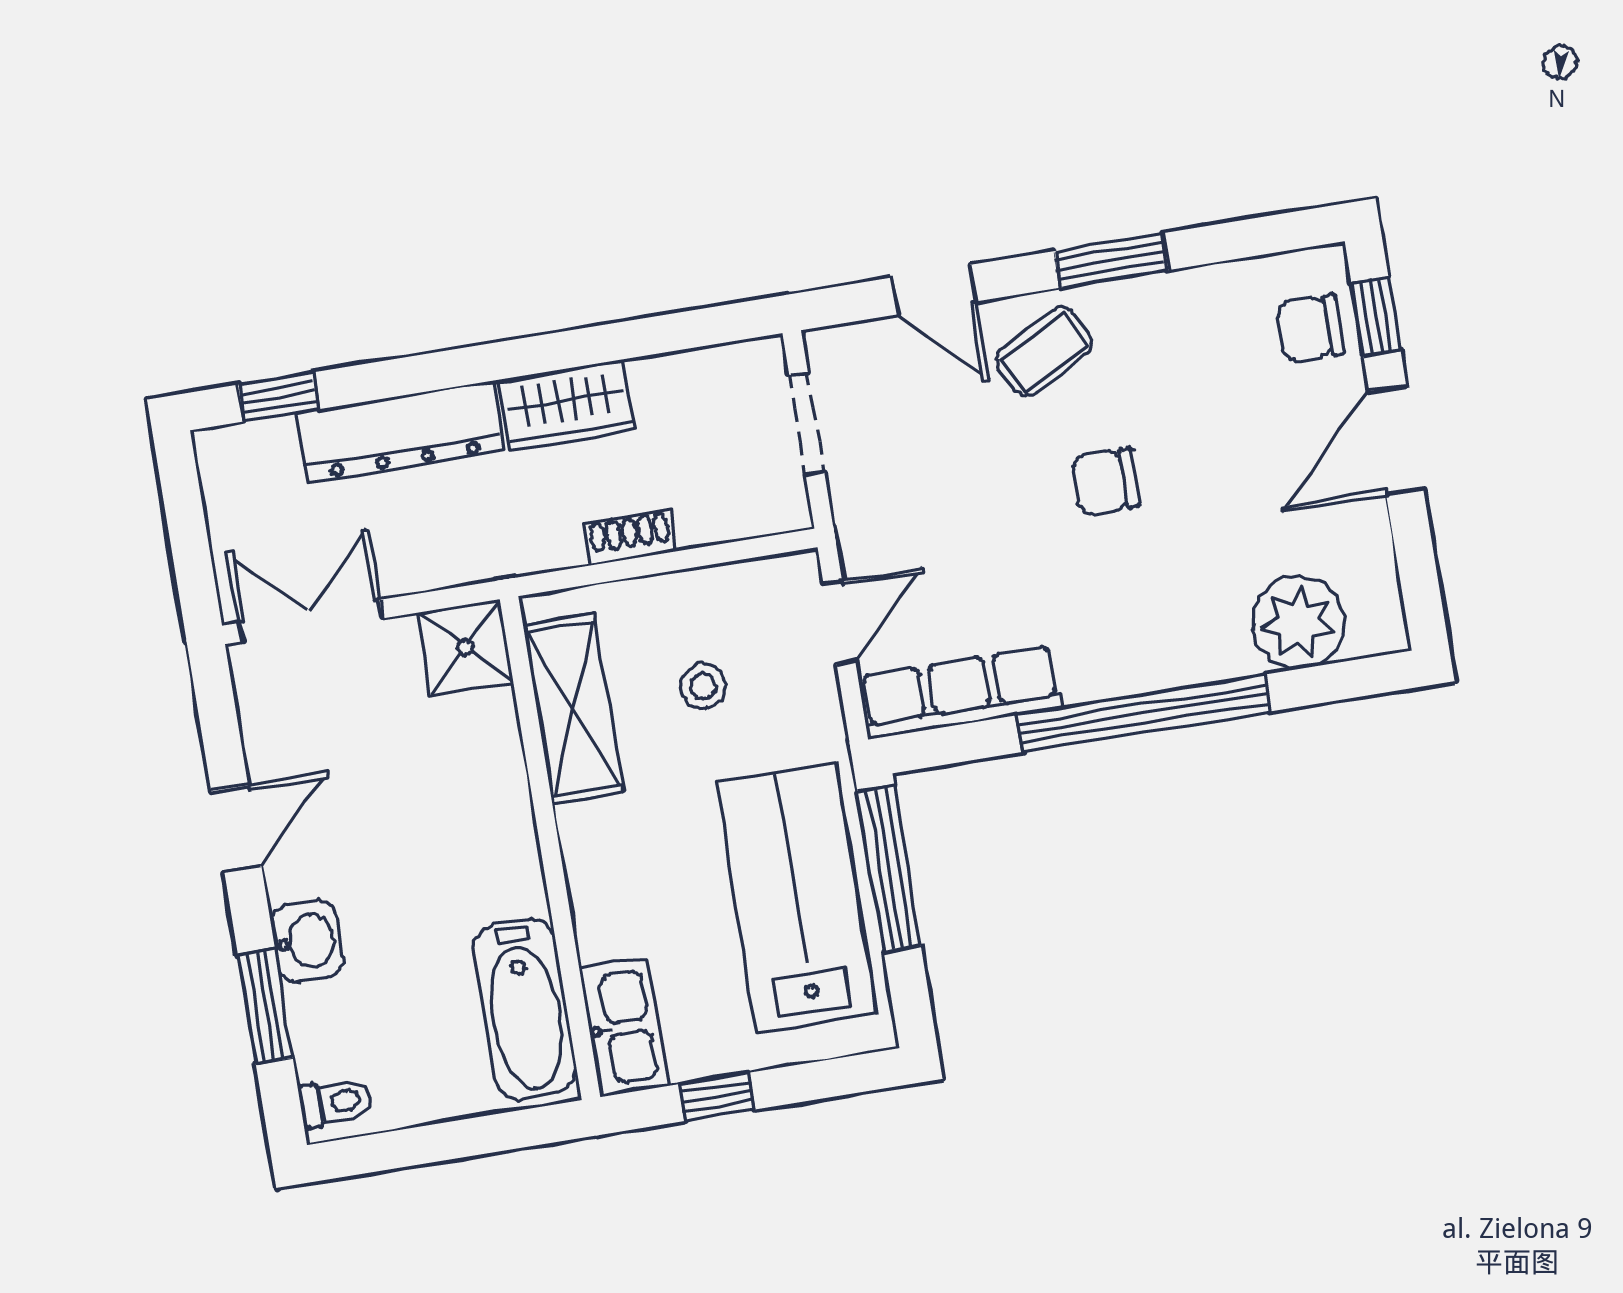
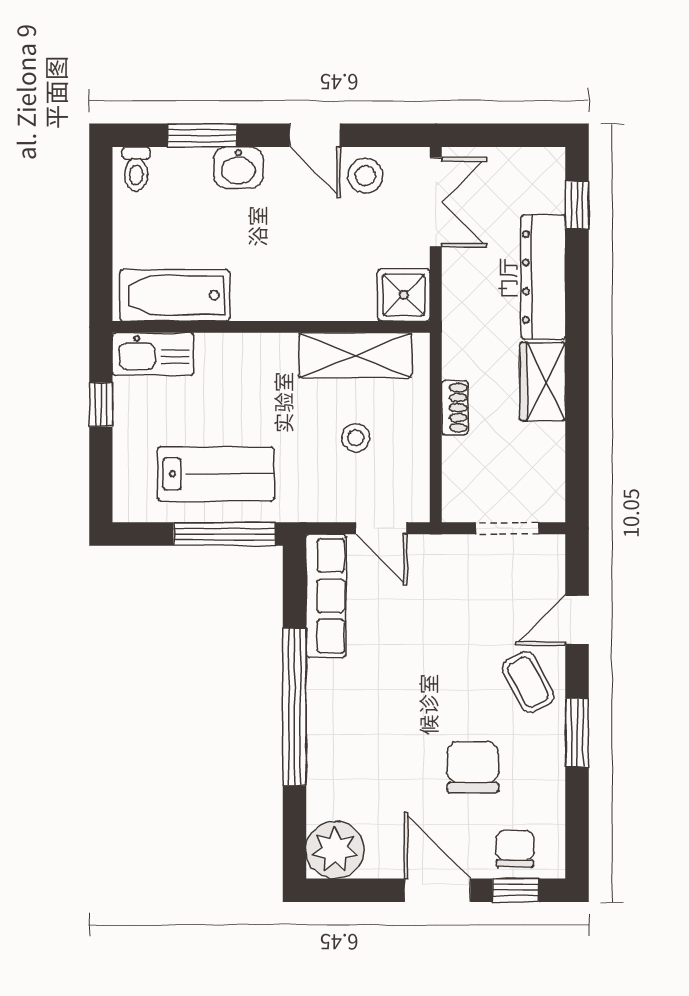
chair: (1106, 481) -> (473, 767), moved, width x1.37, depth x1.37
plant: (1298, 622) -> (335, 850), moved
stool: (287, 739) -> (365, 176), added
lab bench: (796, 898) -> (216, 474), width x0.73, depth x0.72

